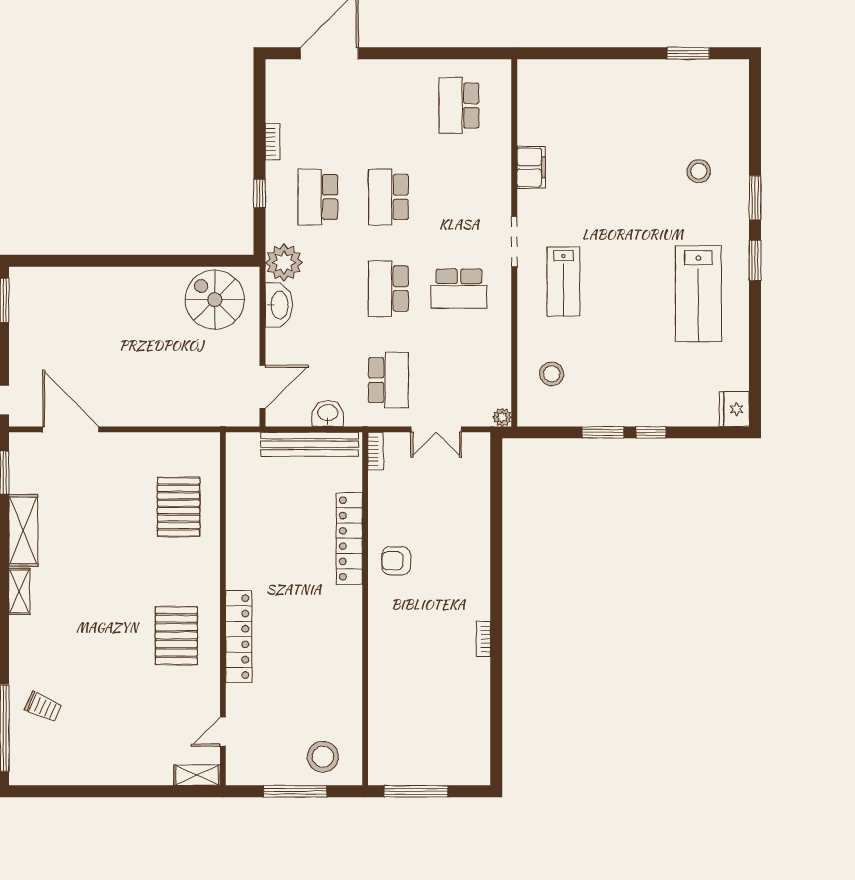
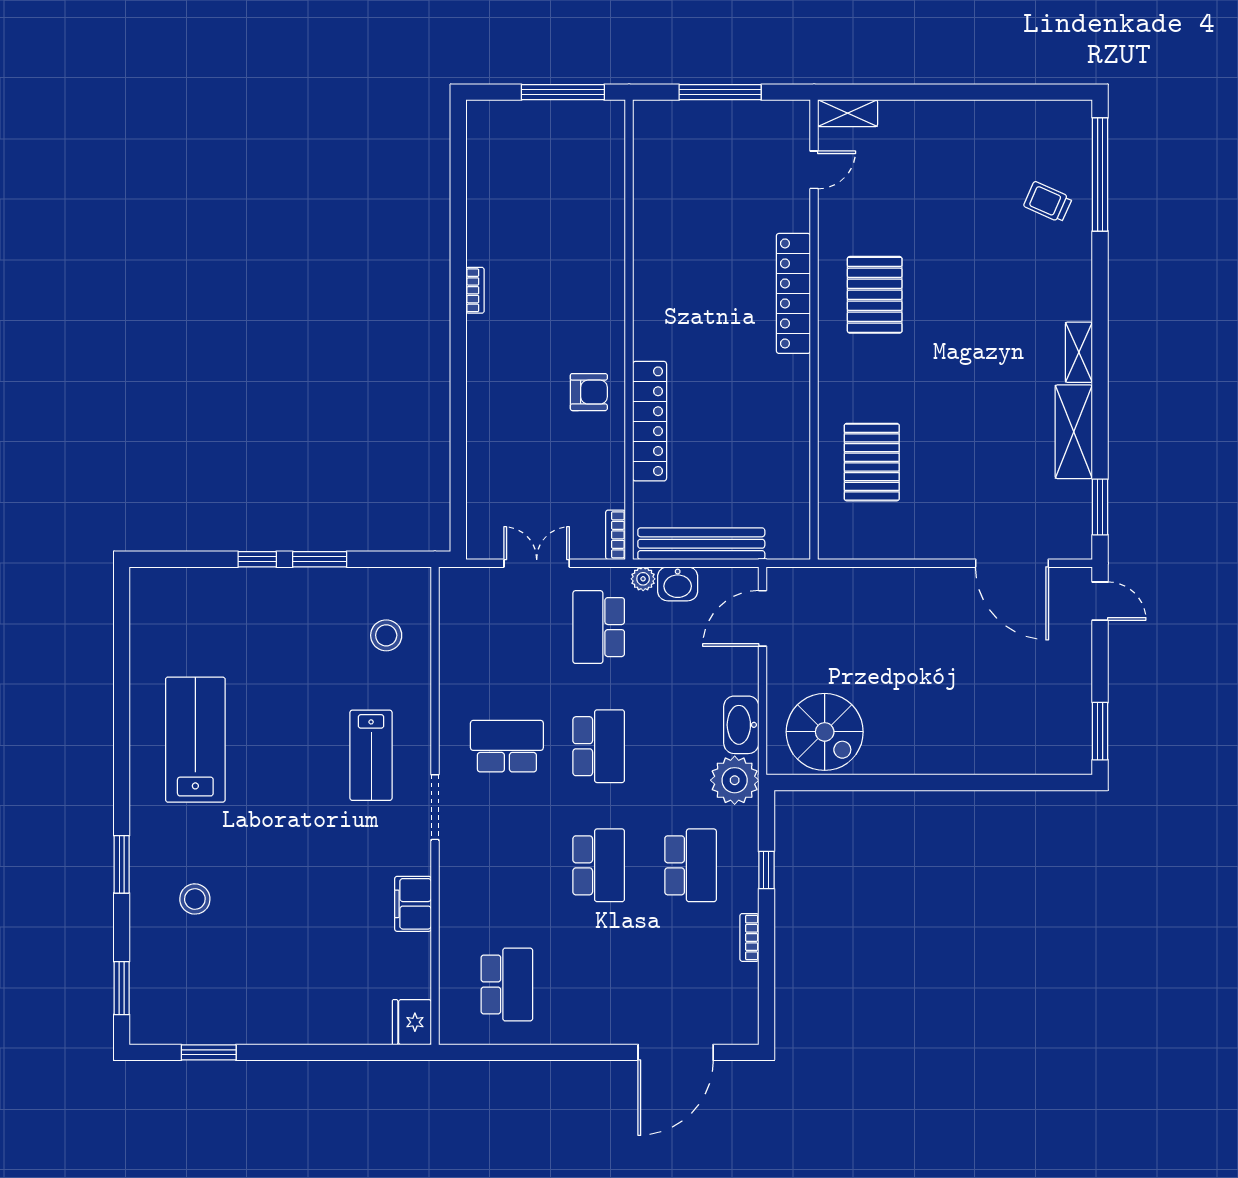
window: (755, 261) -> (122, 988), moved
lab bench: (563, 282) -> (371, 755), turned 180
fridge: (734, 409) -> (412, 1022), moved, turned 180
plant: (502, 417) -> (643, 579), moved
stool: (323, 757) -> (684, 137), removed

